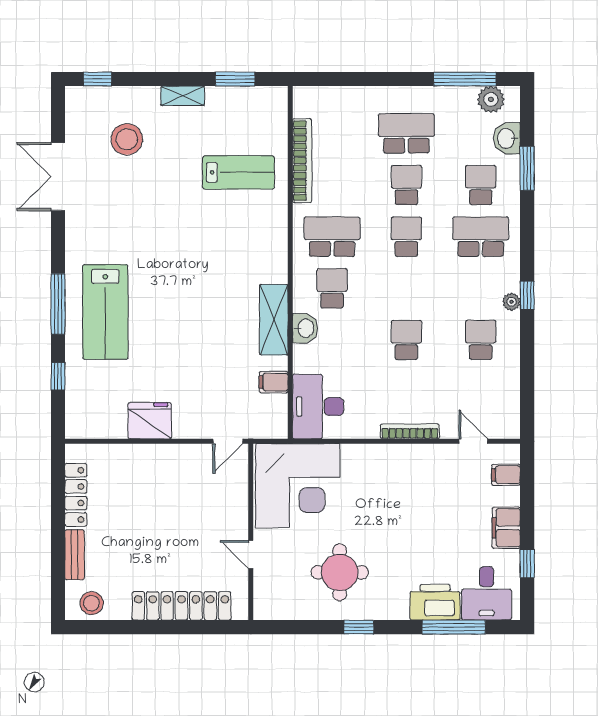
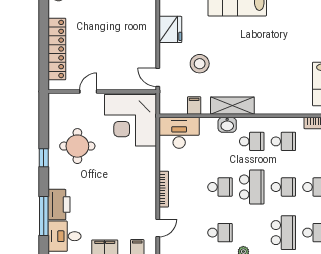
school desk: (332, 237) -> (283, 141), width x0.54
school desk: (406, 288) -> (252, 187), added
stool: (206, 373) -> (200, 64), added

